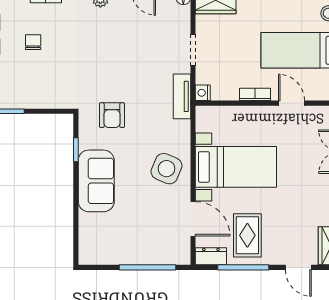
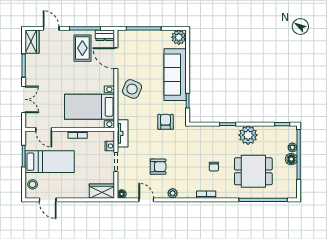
armchair: (124, 42) -> (158, 167), added
nightstand: (203, 93) -> (110, 146), moved
door: (291, 103) -> (44, 129), moved
bed with nightstands: (236, 167) -> (89, 107), moved
sofa: (96, 181) -> (175, 75), width x1.36
plant: (90, 253) -> (179, 37), added

